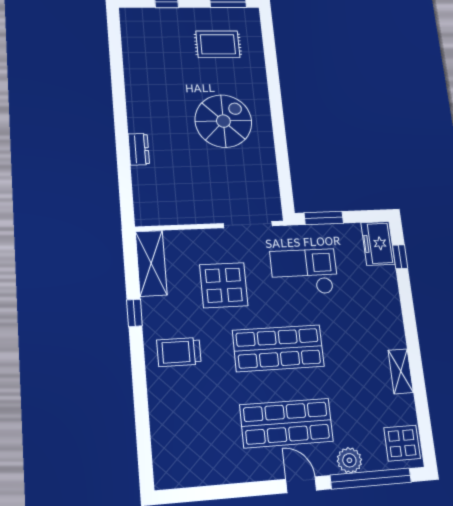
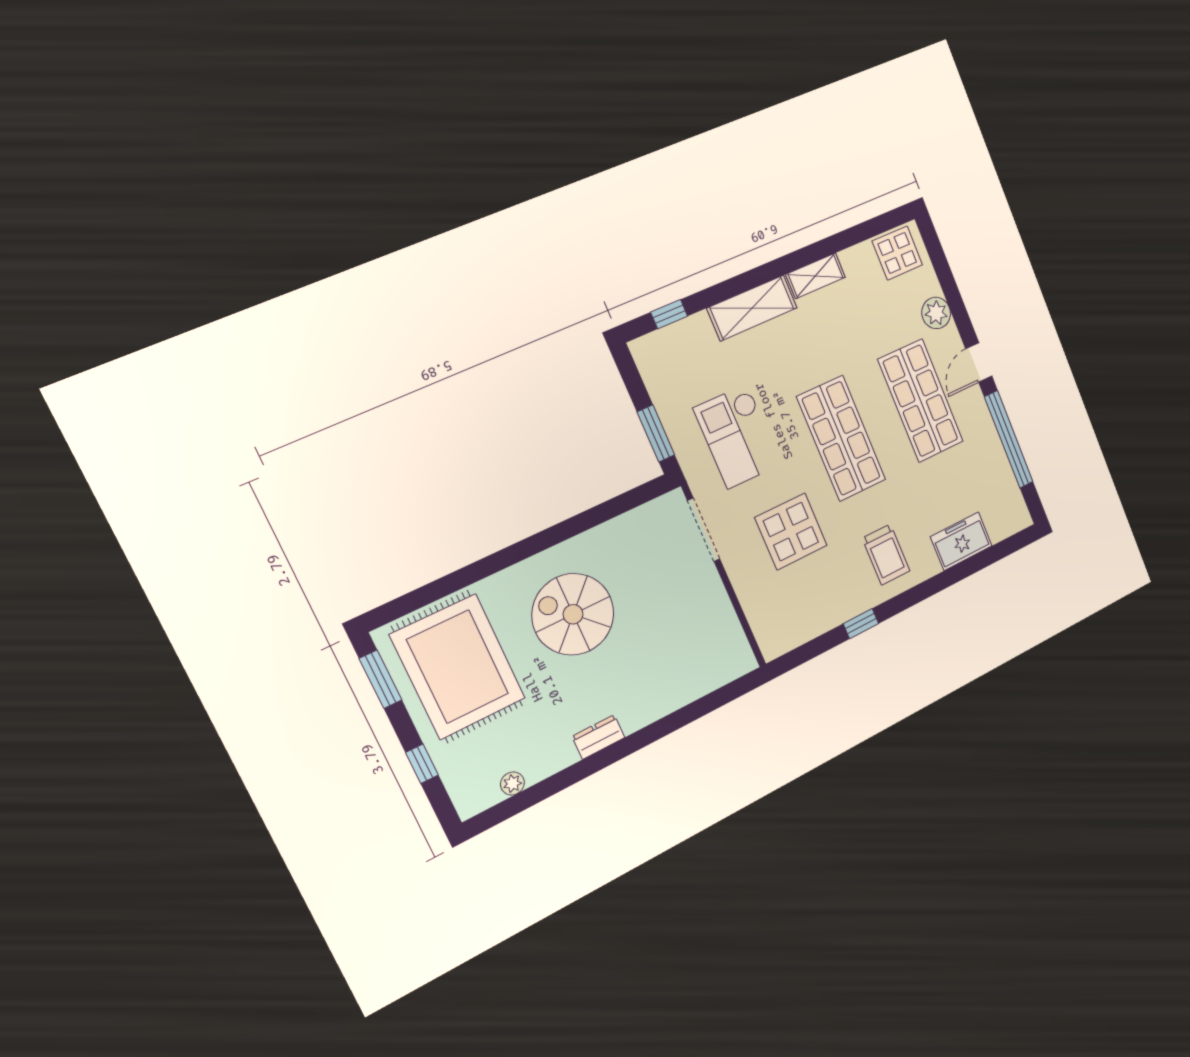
plant: (129, 44) -> (512, 784), added
rug: (218, 44) -> (458, 667), width x1.86, depth x2.06
dresser: (139, 149) -> (598, 737), moved
freezer: (378, 243) -> (961, 541), moved, turned 180
shelving: (151, 263) -> (752, 308), moved
window: (371, 479) -> (1009, 439), moved

